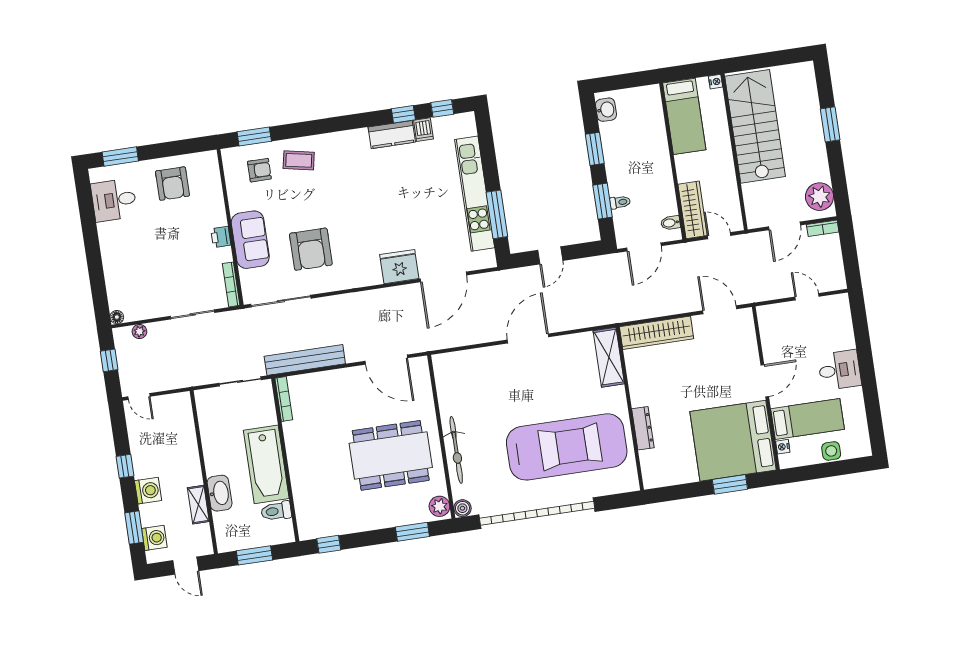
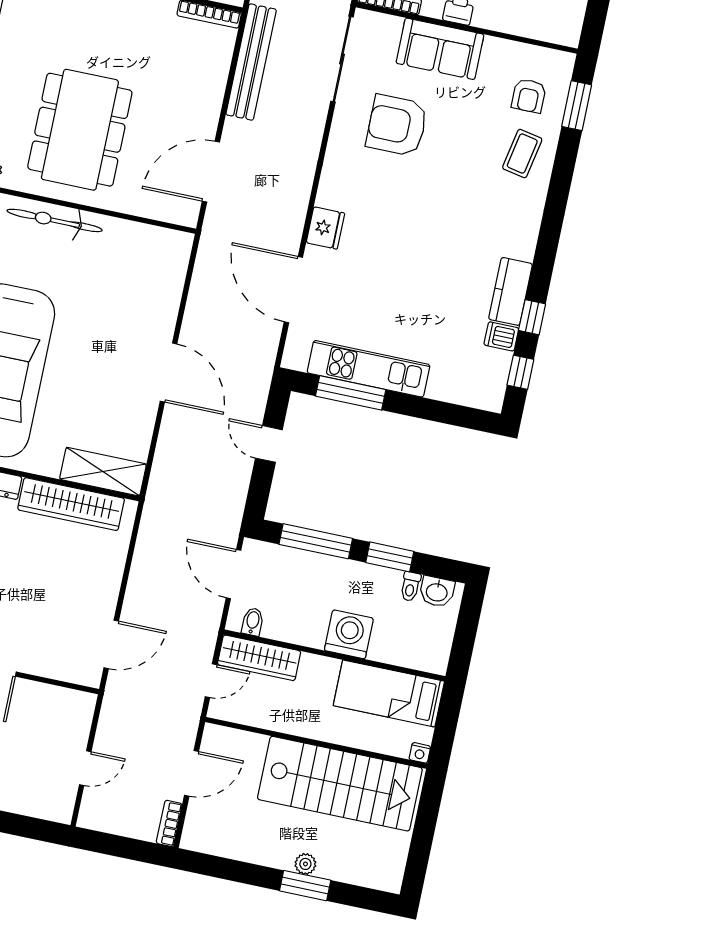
washing machine: (655, 157) -> (349, 634), added
kitchen unit: (475, 194) -> (369, 369), width x0.73
plant: (819, 197) -> (305, 864), moved, width x0.53, depth x0.53
window: (603, 201) -> (316, 541), width x1.44
toilet: (620, 202) -> (410, 586), moved
door: (784, 226) -> (191, 773), swing flipped
fridge: (399, 267) -> (325, 228), width x0.73, depth x0.75
wardrobe: (657, 333) -> (71, 504), moved, turned -90

